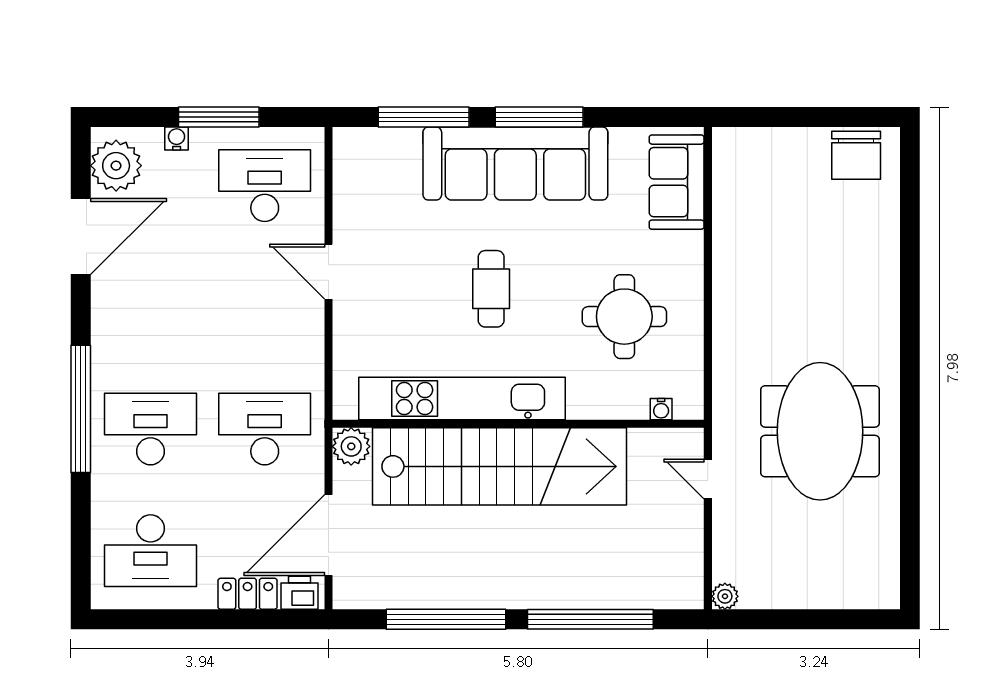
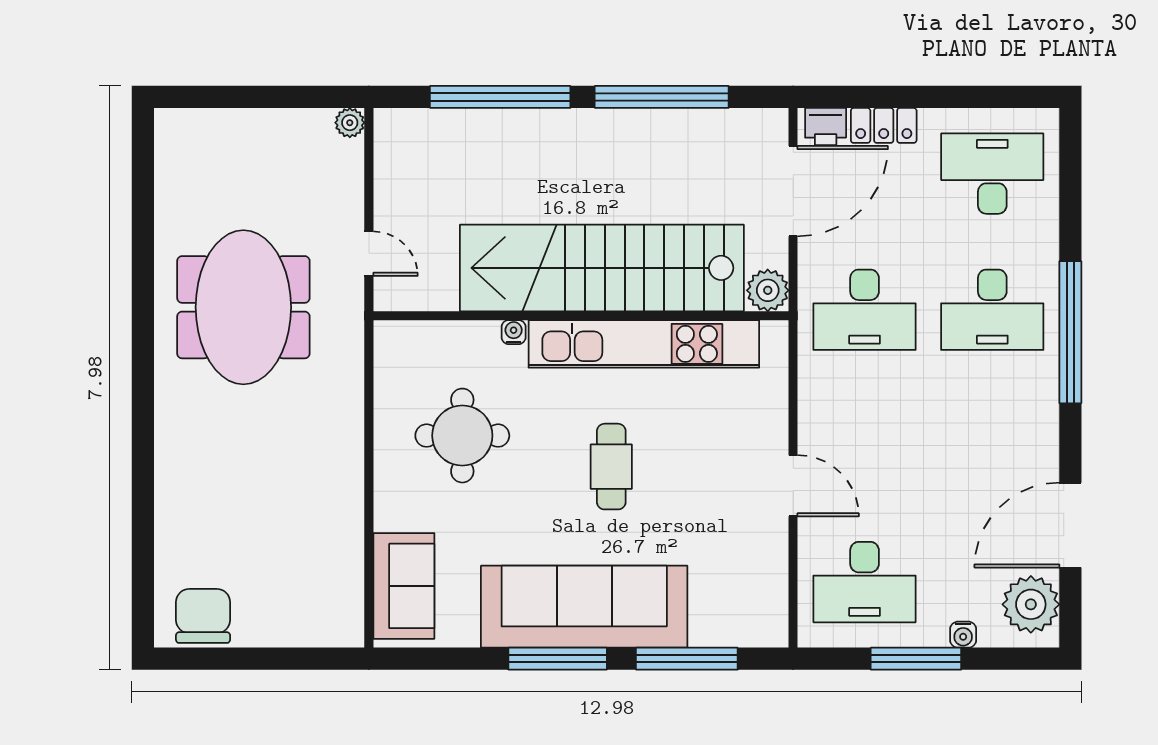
water cooler: (661, 409) -> (514, 332), moved

